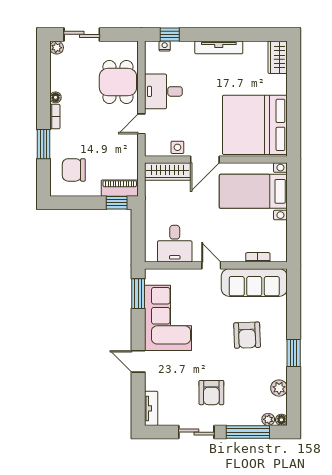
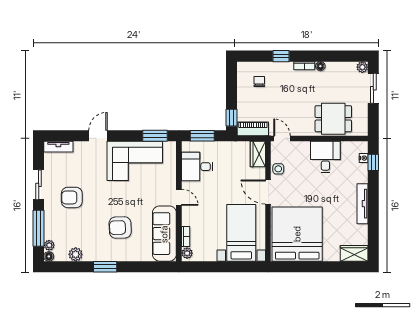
door: (141, 124) -> (282, 138), moved
window: (44, 144) -> (281, 56), width x0.67
chair: (74, 170) -> (259, 82), width x0.54, depth x0.54
wardrobe: (167, 172) -> (258, 154), width x0.67
piano: (120, 188) -> (253, 129), moved, turned -90
window: (138, 238) -> (202, 136), added
plant: (278, 256) -> (187, 253), added
door: (211, 265) -> (179, 197), hinge flipped

